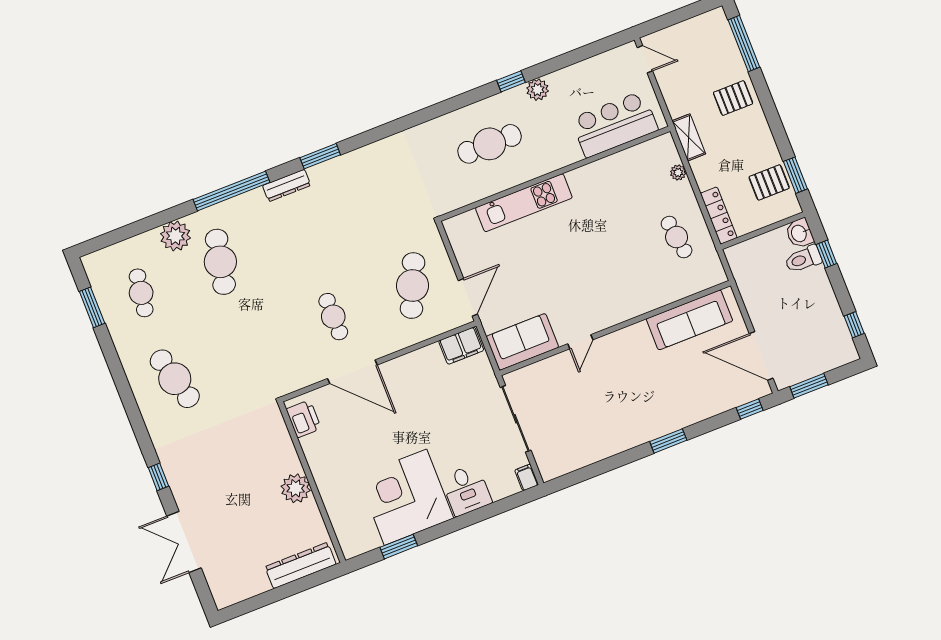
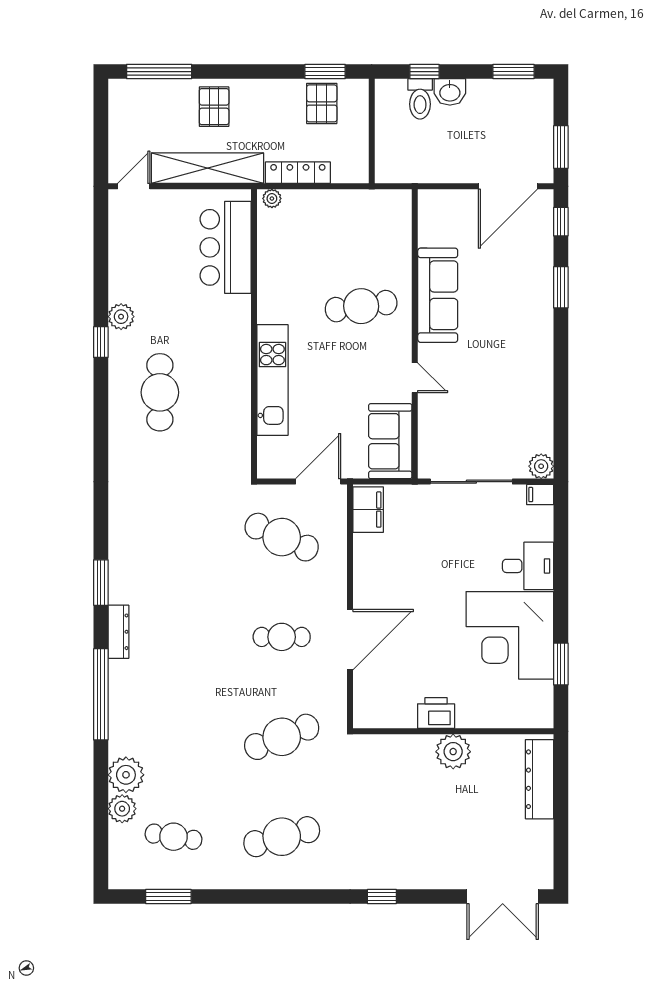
bar counter: (615, 124) -> (226, 247), moved
shelving: (689, 137) -> (207, 168), width x2.20, depth x1.33
wall: (555, 174) -> (254, 334), moved
kitchen unit: (524, 203) -> (272, 380), moved
locker: (719, 216) -> (298, 173), moved
washbasin: (799, 233) -> (450, 92), moved
cafe table: (677, 237) -> (361, 306), moved, width x1.37, depth x1.35
plant: (147, 243) -> (122, 809), added
cafe table: (220, 262) -> (282, 737), moved, turned -33
door: (468, 297) -> (318, 482), hinge flipped
sofa: (689, 320) -> (438, 295), moved
window: (854, 325) -> (514, 72), width x1.50
printer: (304, 419) -> (436, 713), moved
window: (668, 441) -> (561, 287), moved
plant: (549, 469) -> (541, 466), added
double door: (184, 542) -> (503, 896), moved

